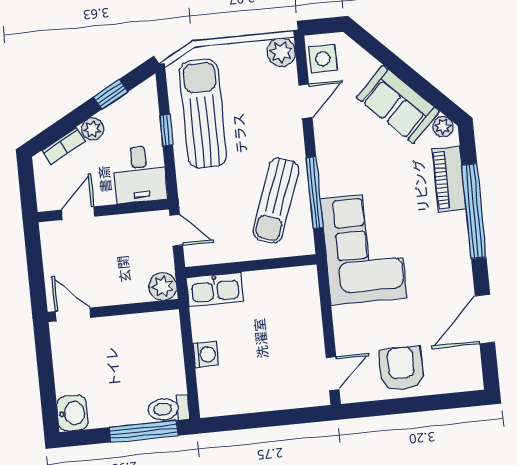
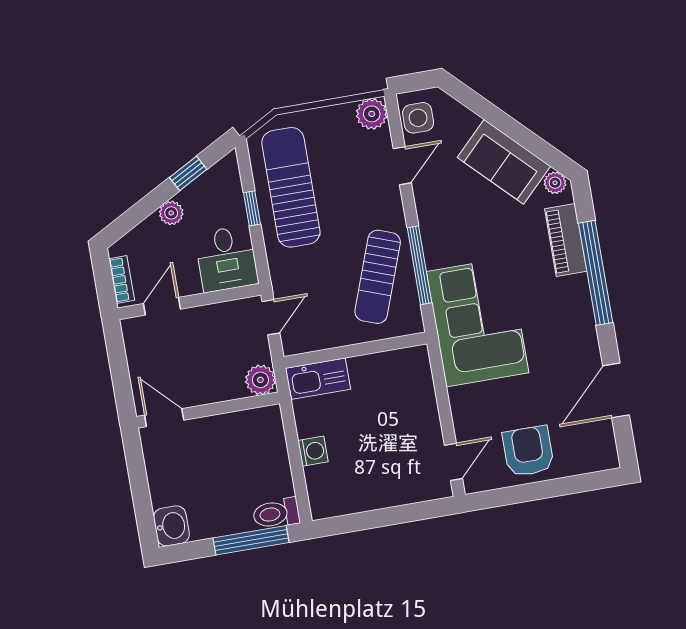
bookcase: (63, 146) -> (122, 279), moved, turned -62
door: (176, 230) -> (271, 317), hinge flipped

